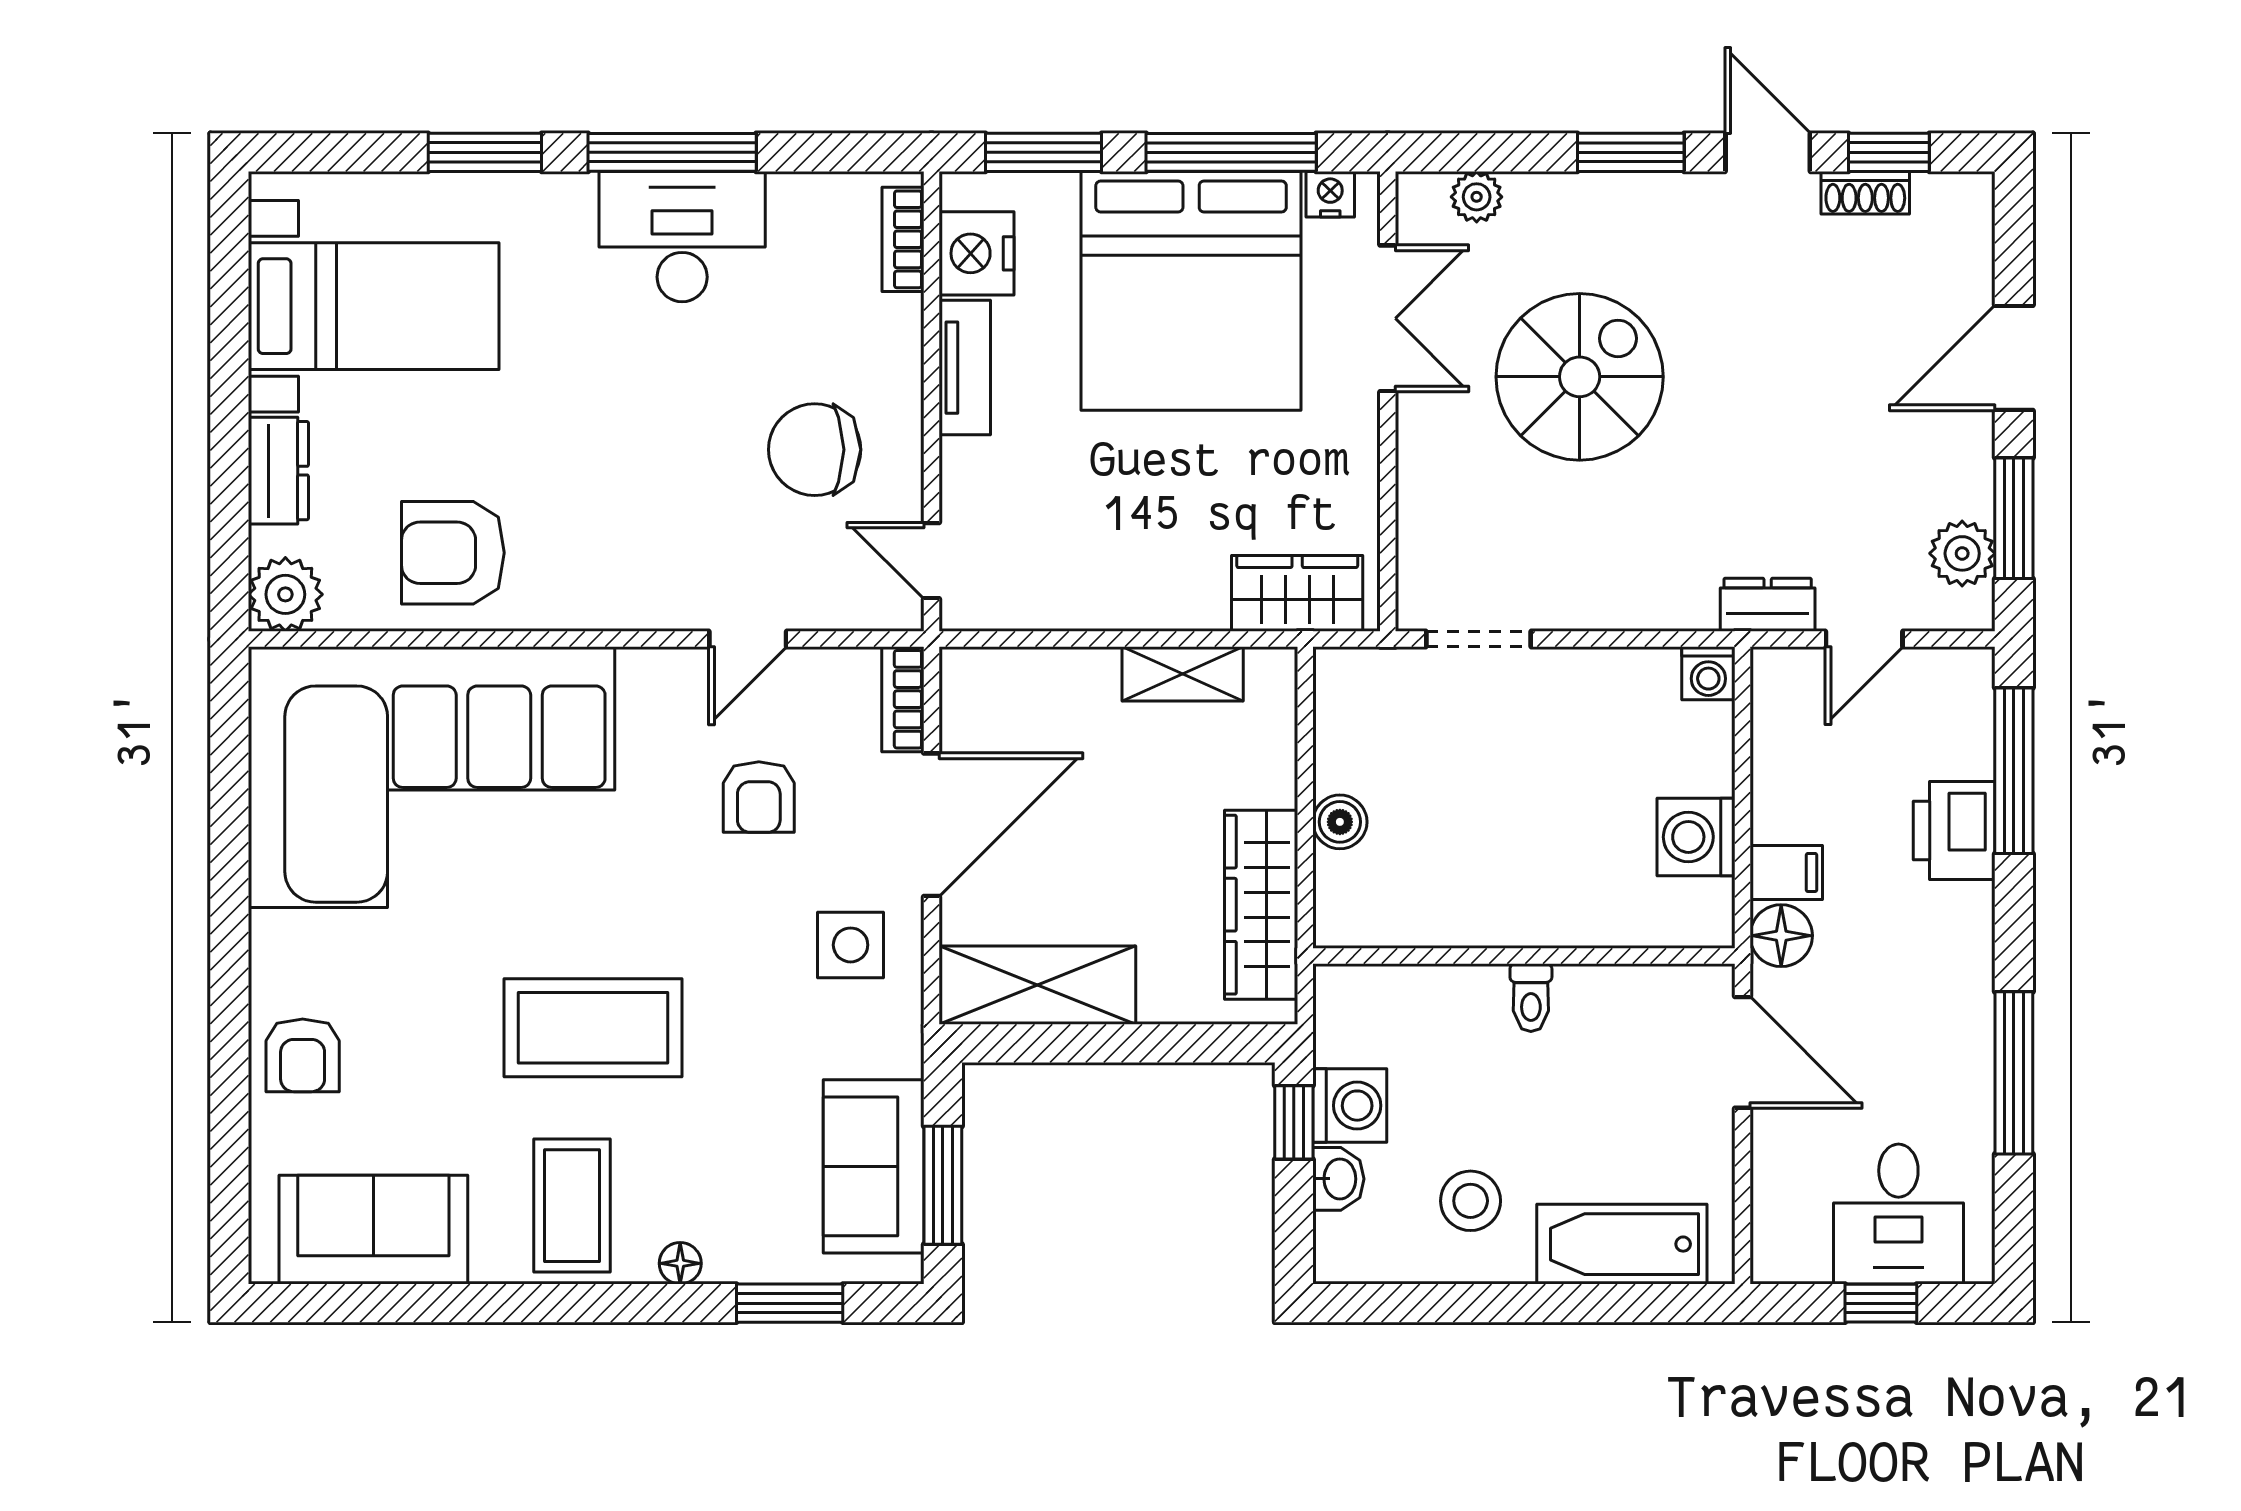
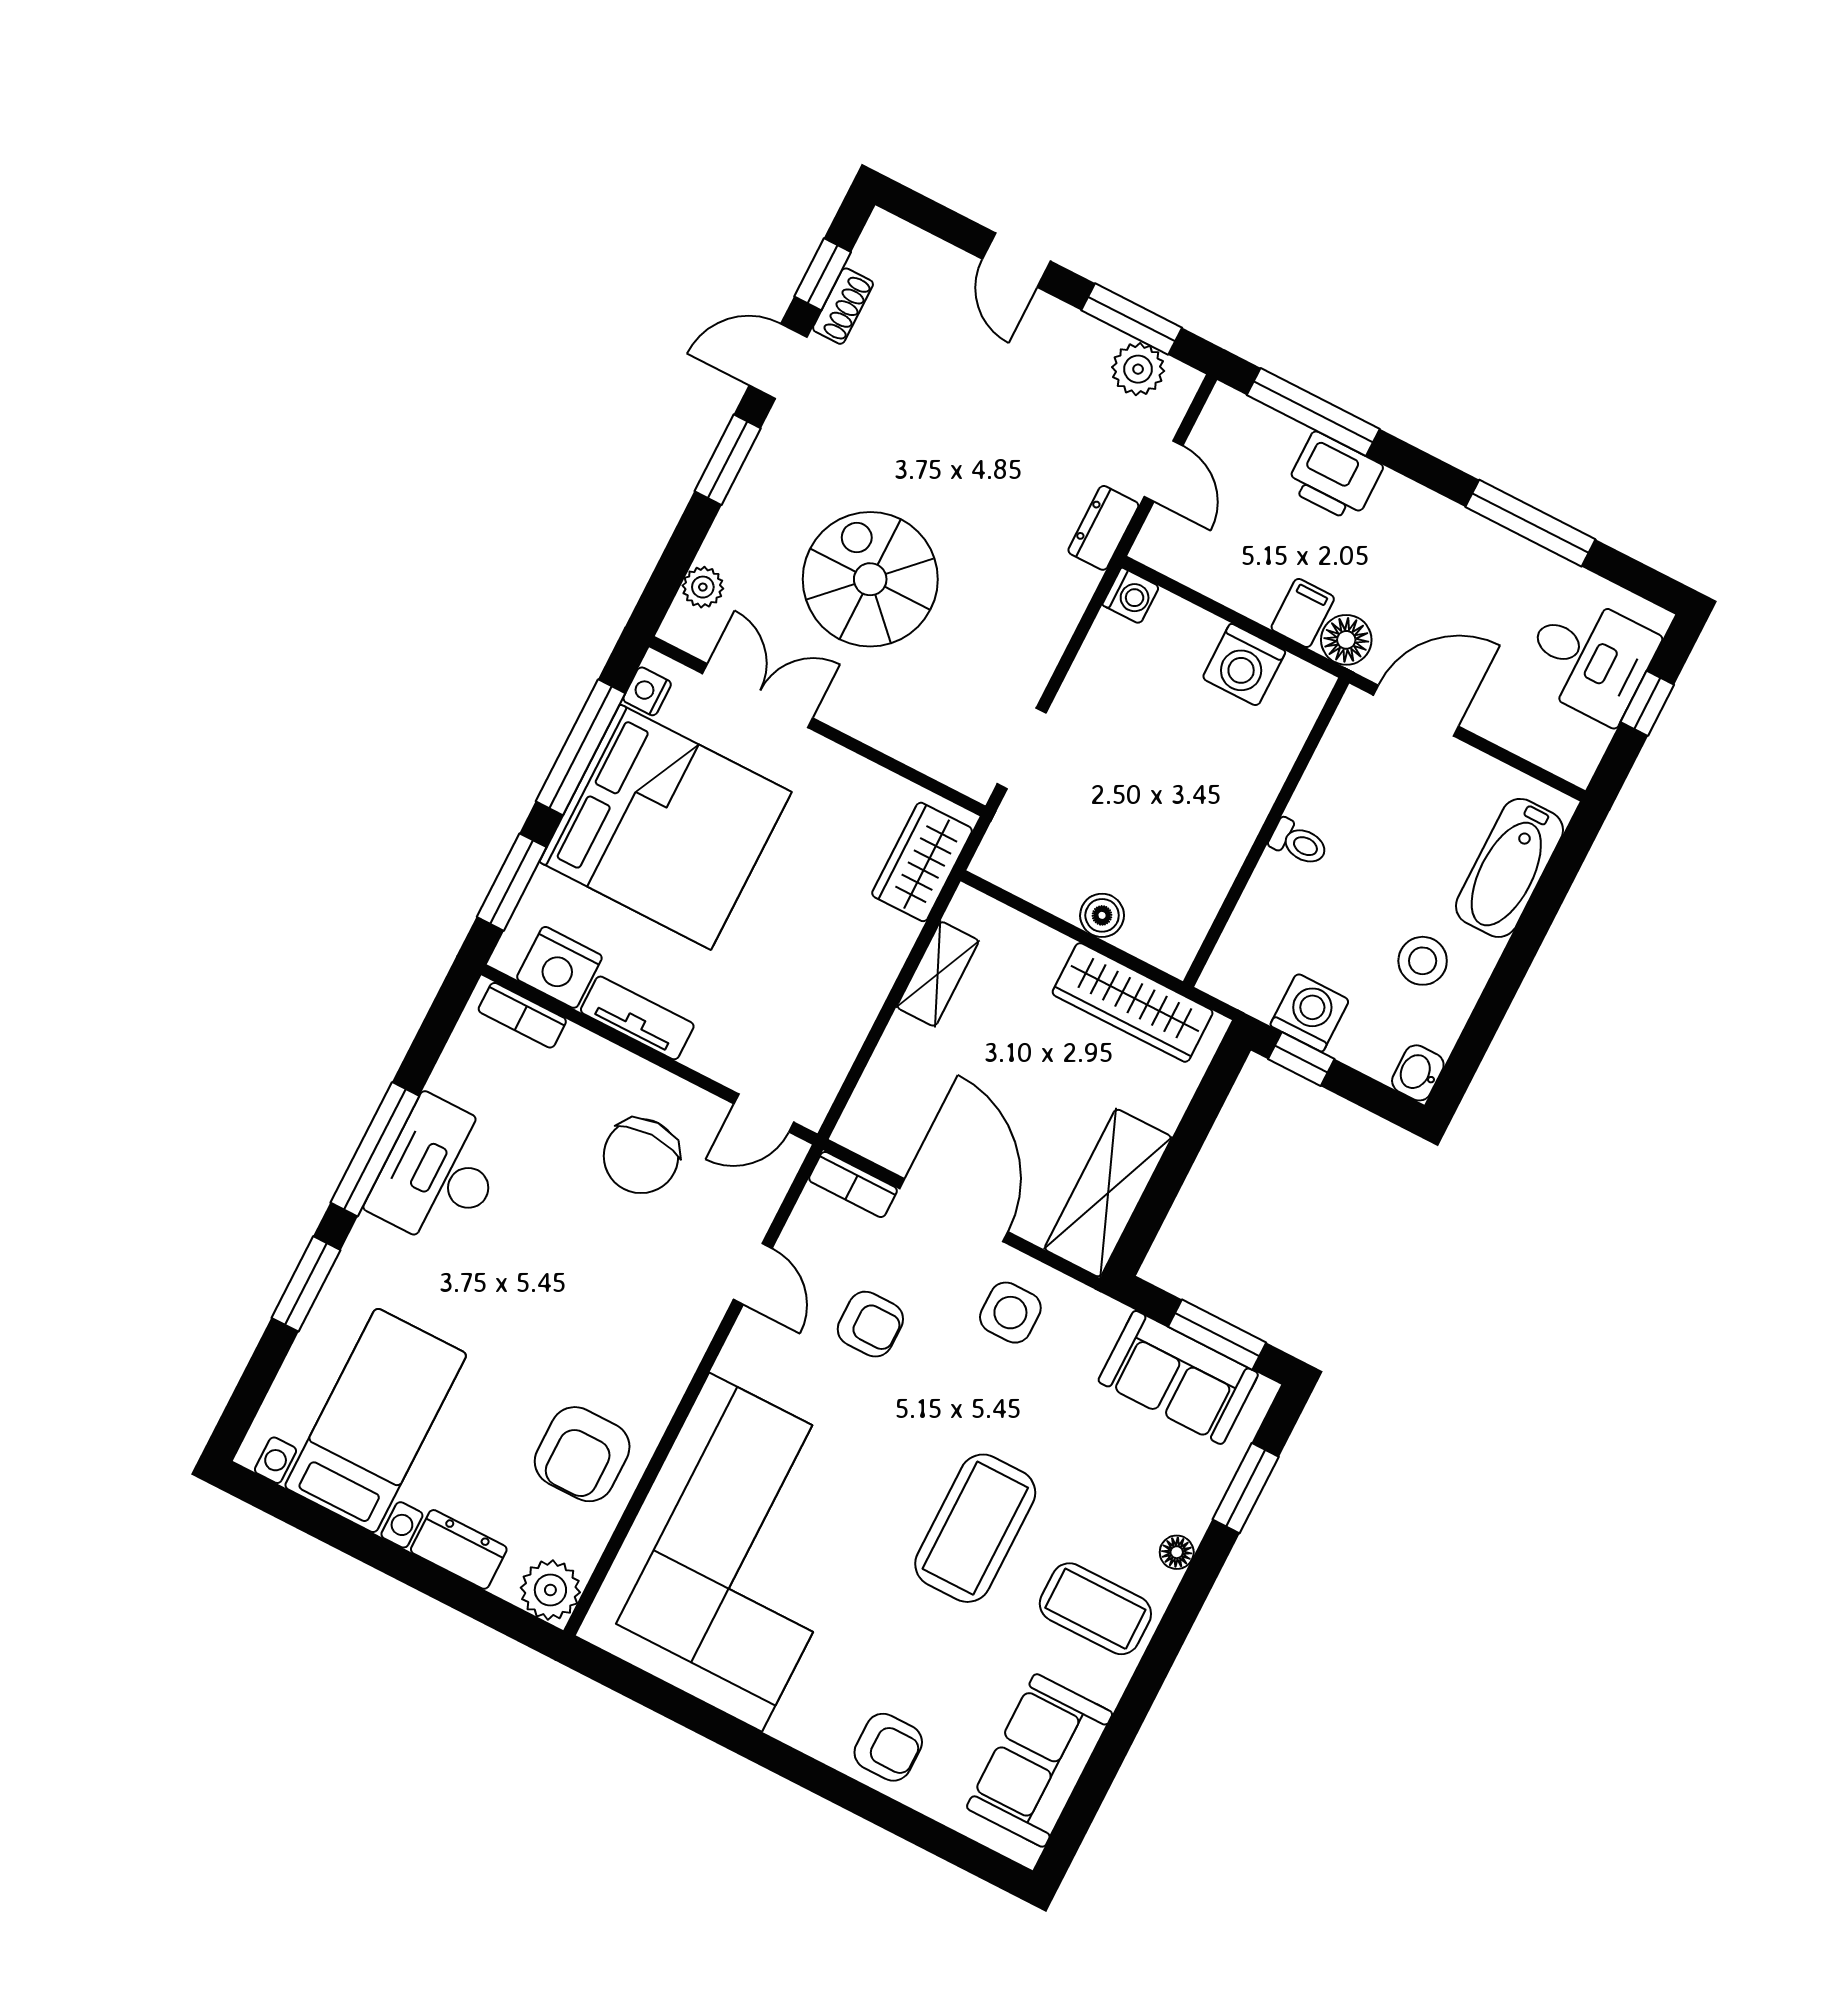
door: (2014, 358) -> (1016, 260), width x0.73
washbasin: (1338, 1179) -> (1418, 1073), moved, turned -90

